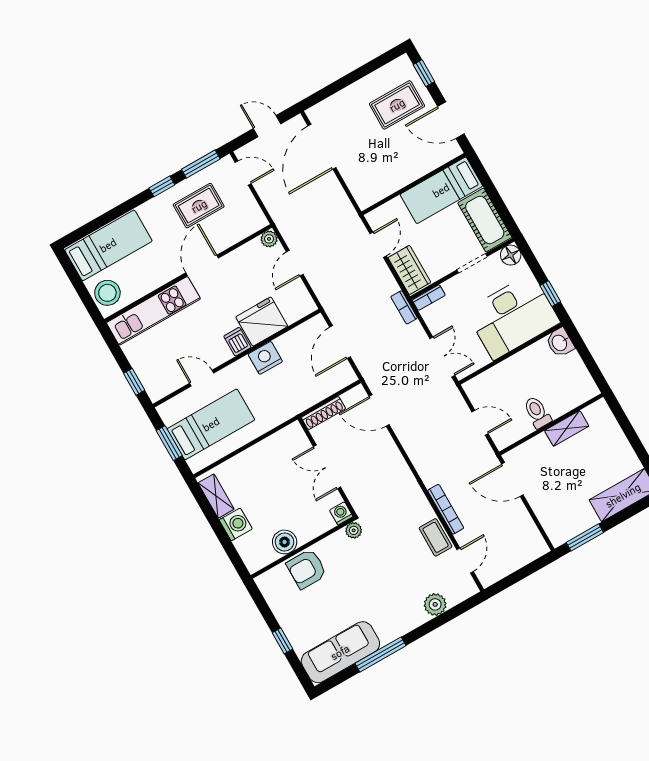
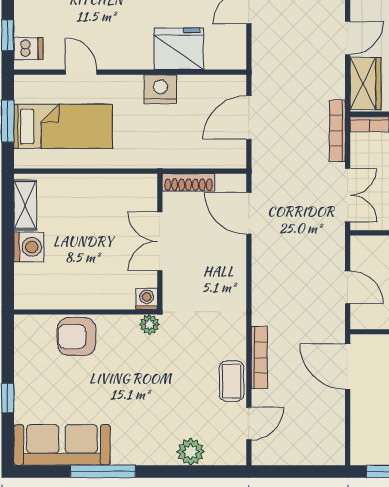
bookcase: (404, 307) -> (337, 131), width x1.56
dishwasher: (237, 342) -> (28, 48), moved, turned 90
boiler: (285, 542) -> (70, 295), removed

